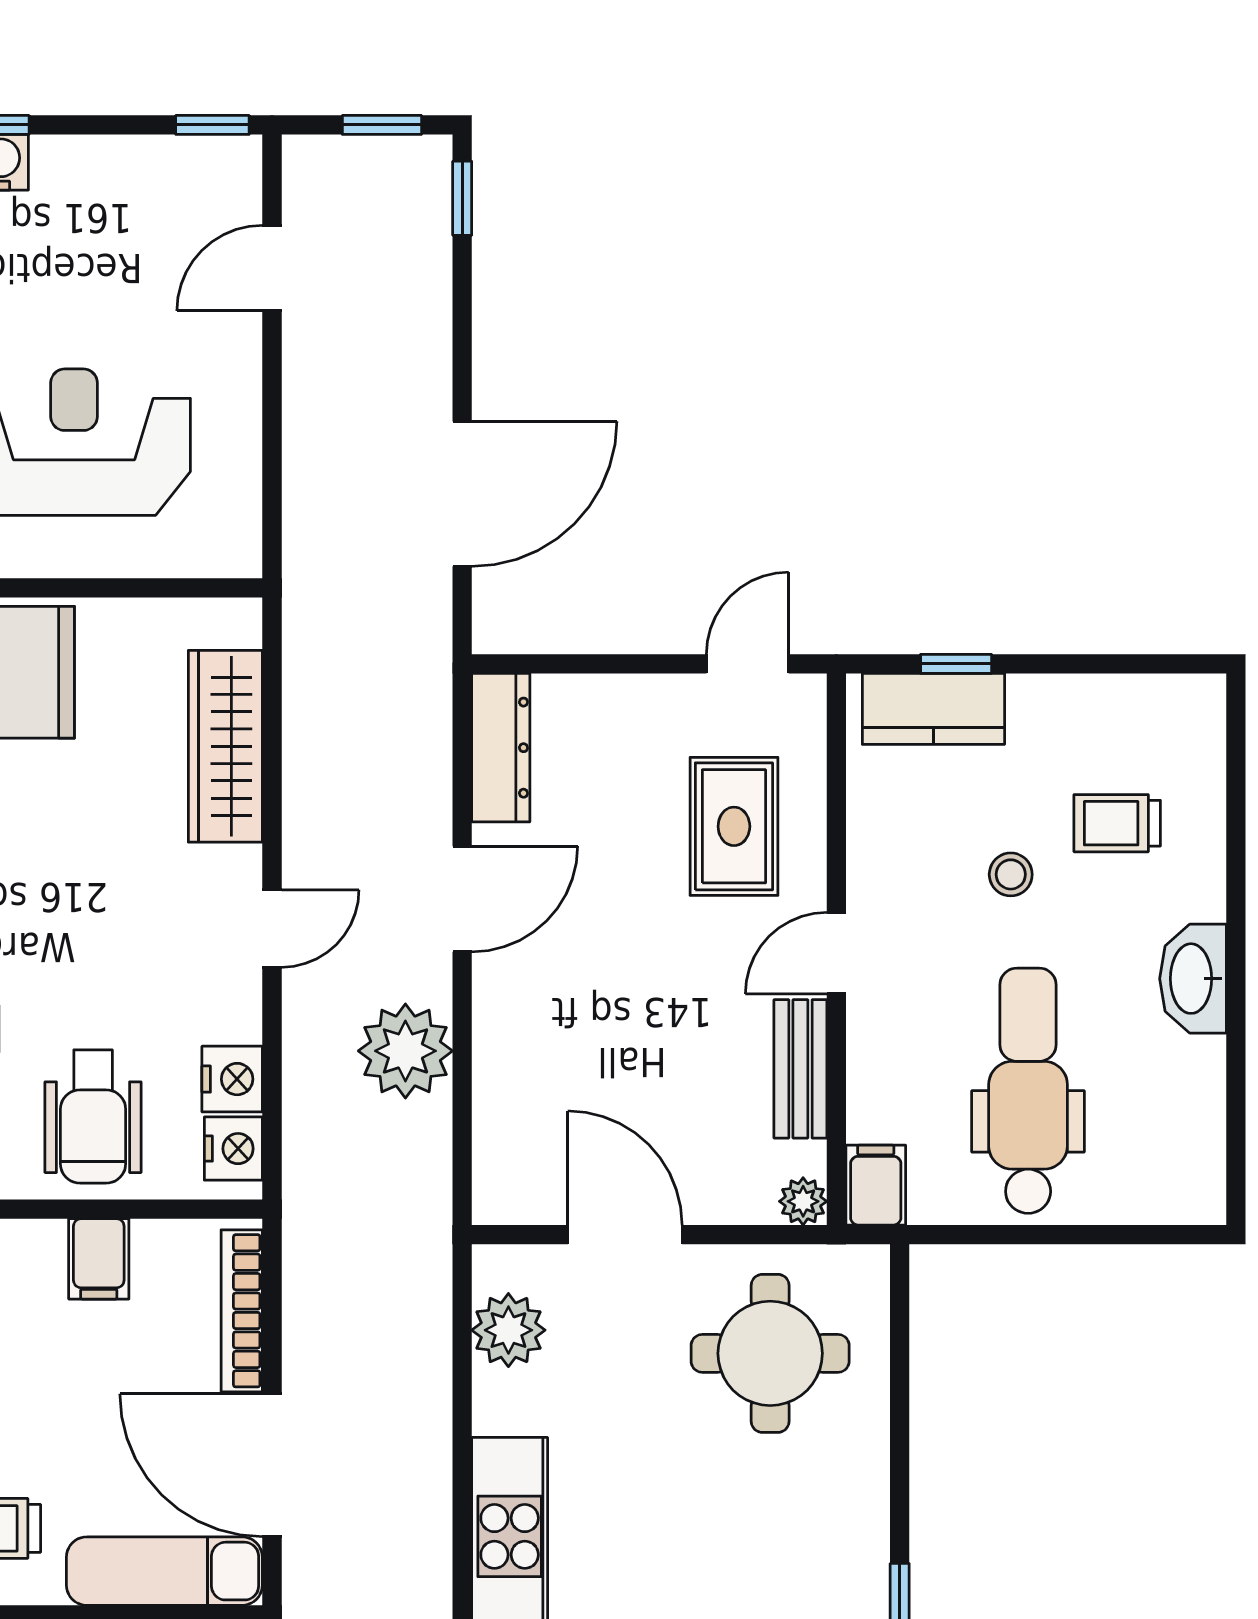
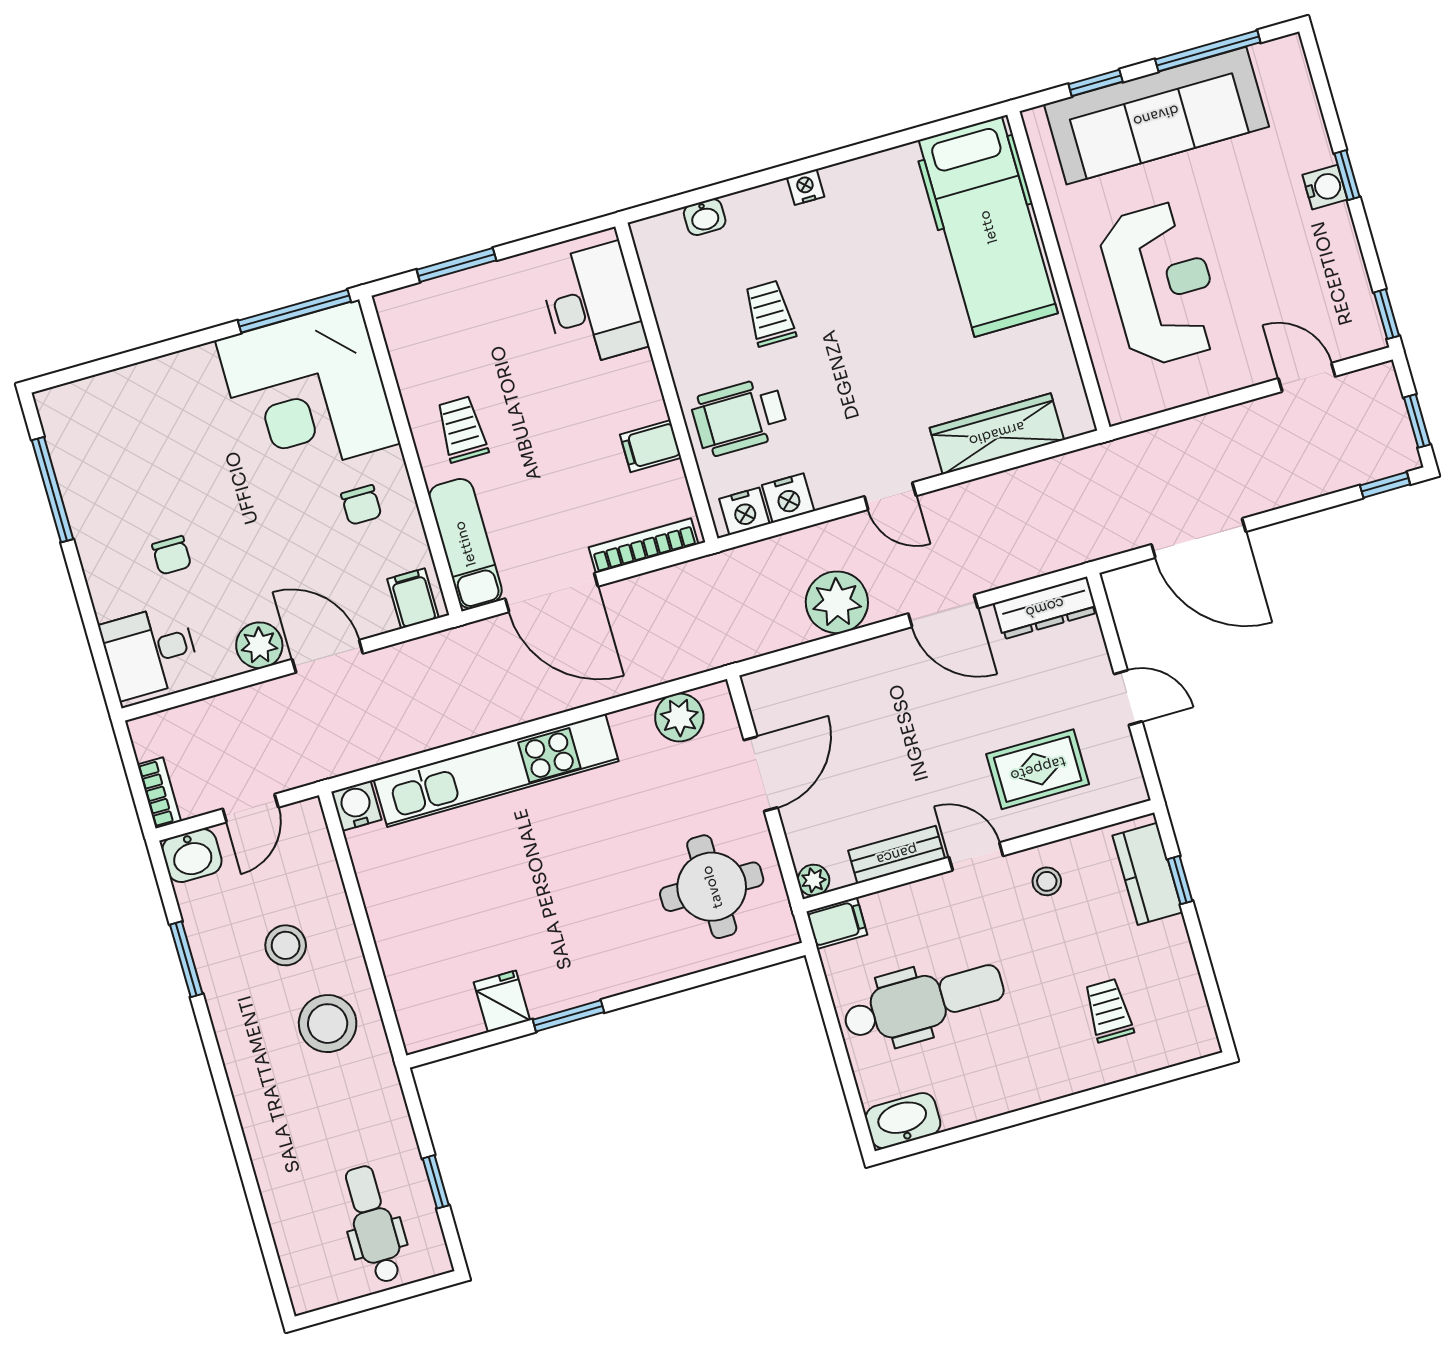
door: (748, 664) -> (1128, 698), moved
stool: (1011, 874) -> (1047, 881), moved
washbasin: (1193, 979) -> (903, 1121), moved
door: (272, 1465) -> (552, 593), swing flipped

